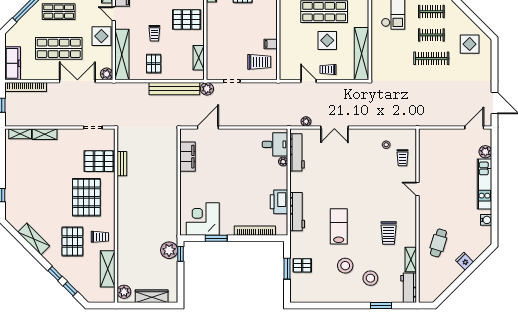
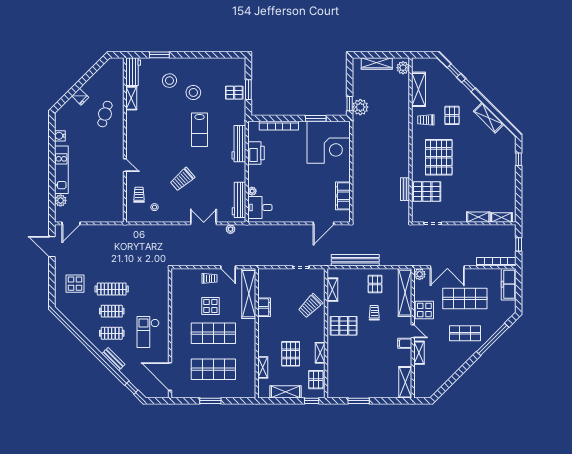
filing cabinet: (271, 44) -> (264, 307), width x2.00
display table: (470, 44) -> (75, 284), moved
shelving: (362, 54) -> (249, 294), moved
trolley: (259, 62) -> (310, 306), moved, turned -45
plant: (207, 89) -> (324, 260), removed
corner desk: (203, 219) -> (328, 142), width x1.36, depth x1.36
trolley: (389, 233) -> (182, 179), moved, turned -131
pallet: (72, 242) -> (452, 115), width x0.67, depth x0.71

